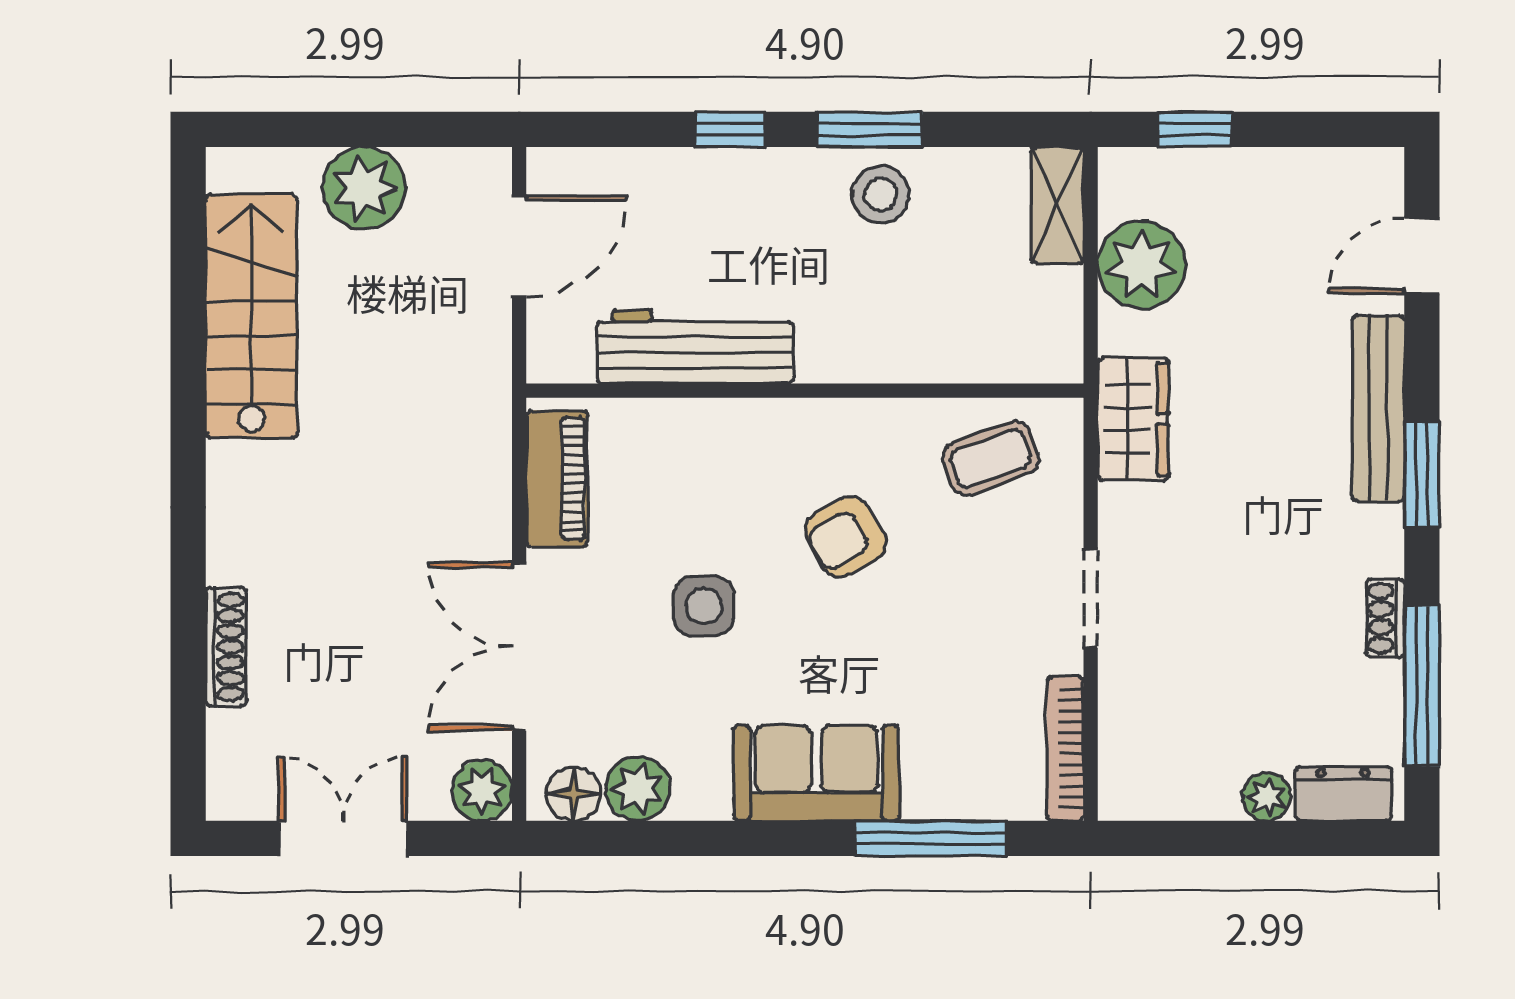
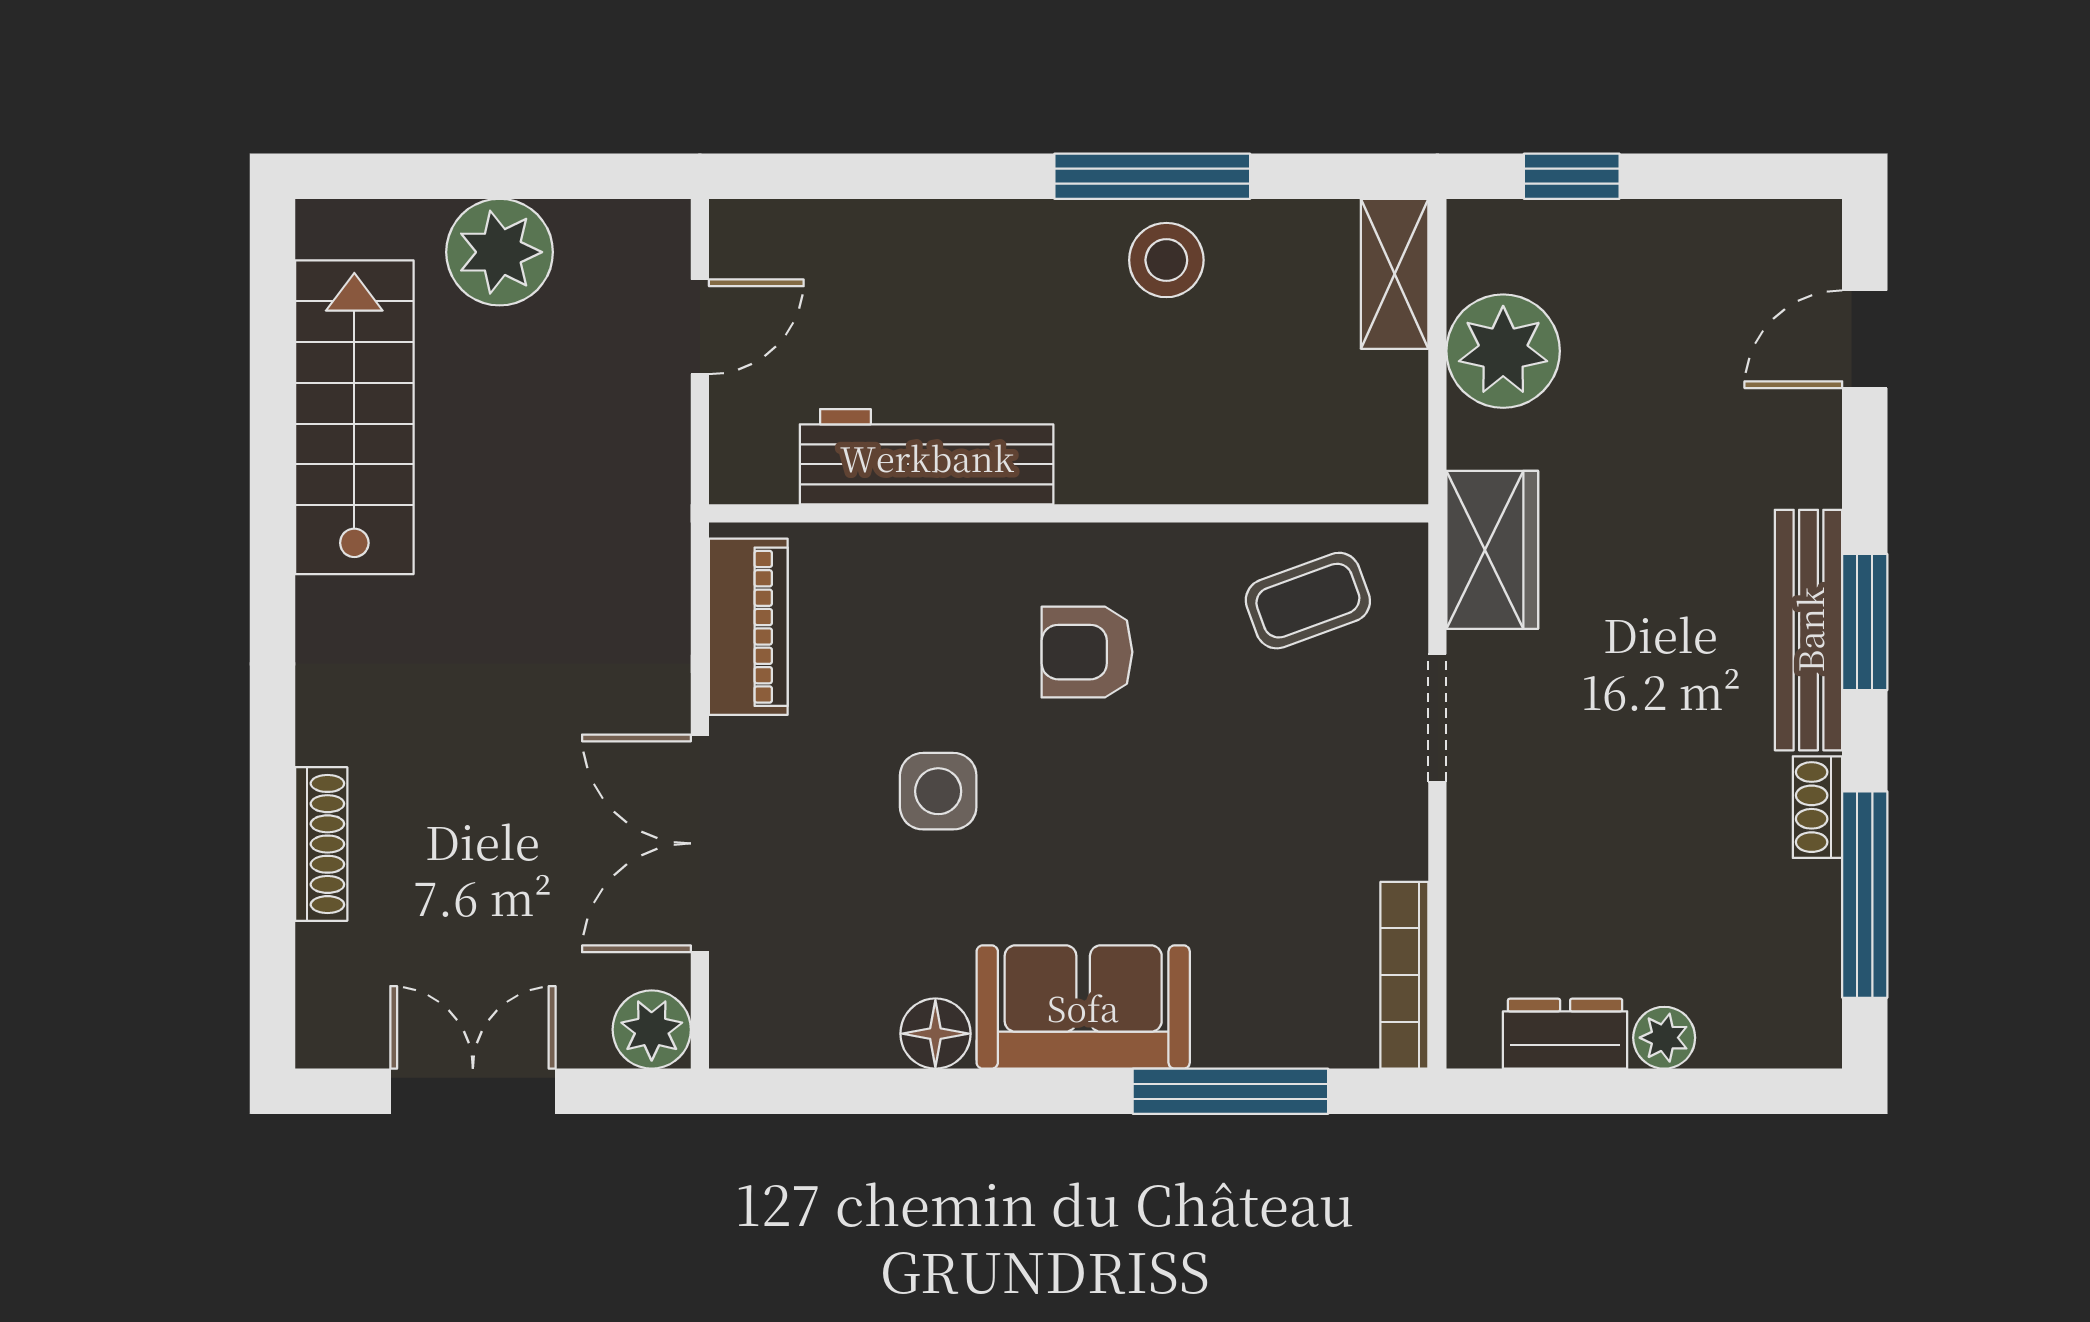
window: (730, 129) -> (972, 176), removed
window: (870, 129) -> (1152, 176), width x1.44
door: (519, 246) -> (700, 327), width x0.73
bench: (1378, 408) -> (1809, 630), moved
armchair: (845, 537) -> (1087, 652), moved, turned 30
doorway: (1091, 599) -> (1437, 718), moved
plant: (638, 789) -> (853, 1027), removed
floor lamp: (574, 794) -> (935, 1034), moved
dresser: (1343, 794) -> (1565, 1034), moved

